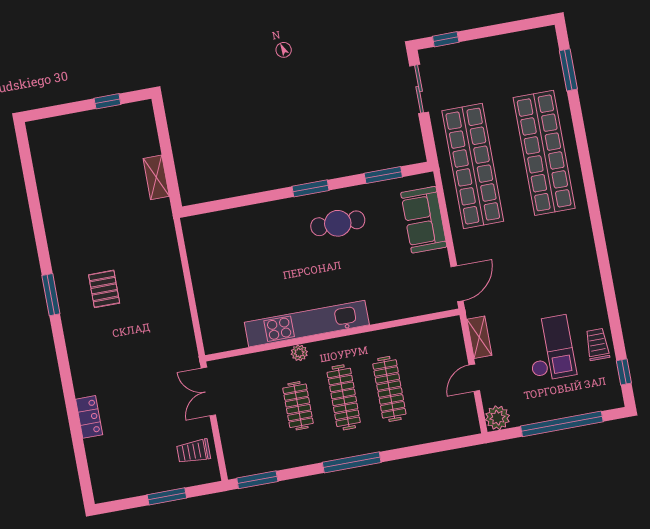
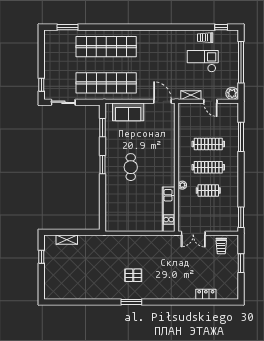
shelving: (156, 177) -> (67, 240), moved
cafe table: (338, 223) -> (131, 167), moved
kitchen unit: (307, 324) -> (169, 209), moved, width x0.73
locker: (89, 417) -> (206, 294), moved
window: (352, 462) -> (241, 137), moved

